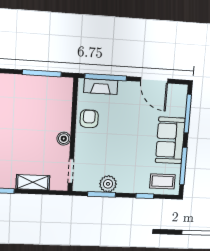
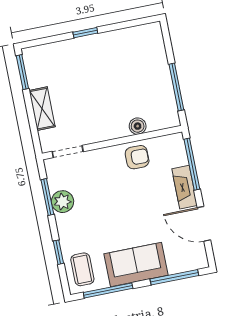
door: (154, 80) -> (204, 224), hinge flipped
fireplace: (101, 87) -> (184, 187), moved
boiler: (64, 139) -> (138, 126), moved

